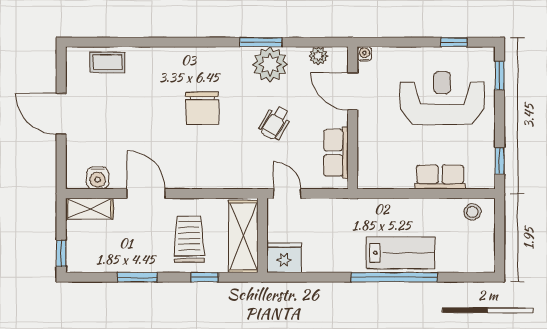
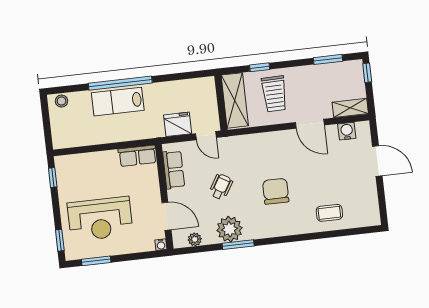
window: (454, 42) -> (96, 261), width x1.50
coffee table: (107, 62) -> (329, 213), moved
door: (61, 114) -> (377, 161), moved
row of seats: (440, 177) -> (137, 156), moved
stool: (472, 212) -> (62, 101), moved
fridge: (284, 258) -> (178, 124), moved, turned 180
window: (137, 277) -> (328, 59), moved

